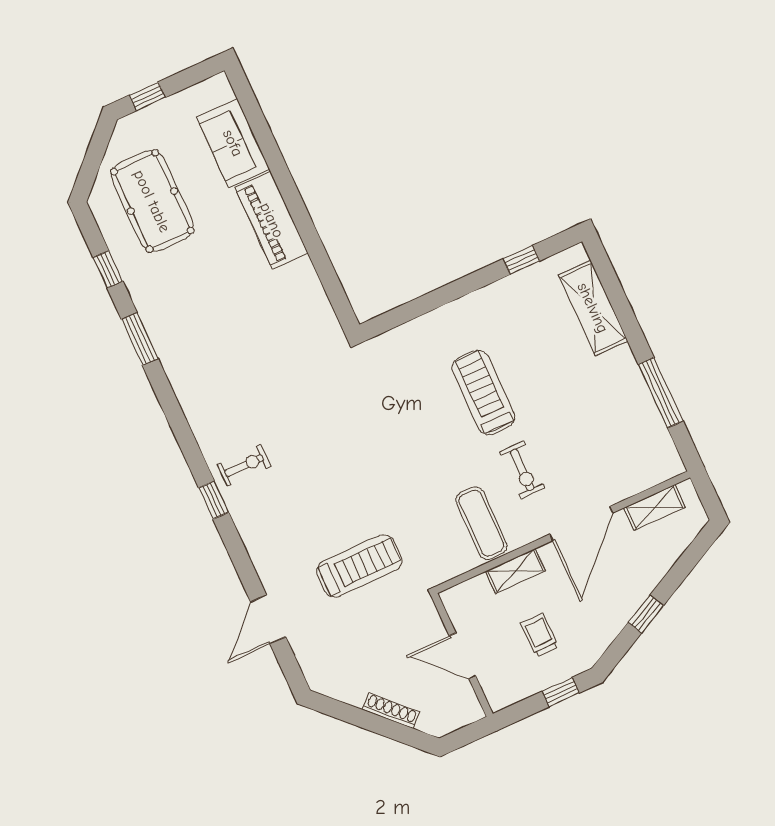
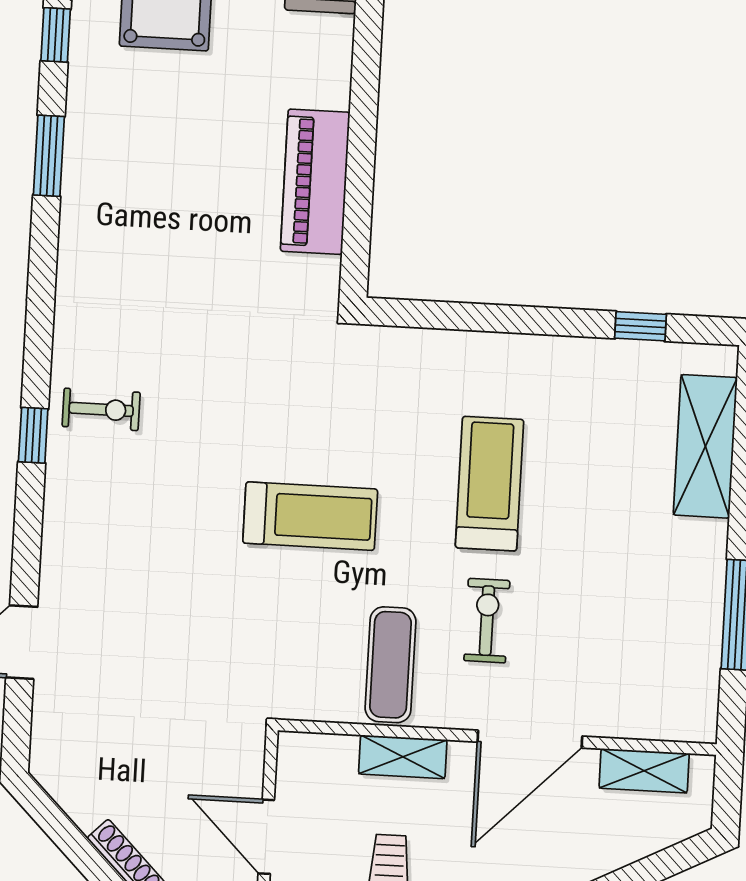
piano: (272, 220) -> (315, 182), moved
exercise bike: (522, 470) -> (487, 621), turned 180
treadmill: (359, 566) -> (310, 516), moved

